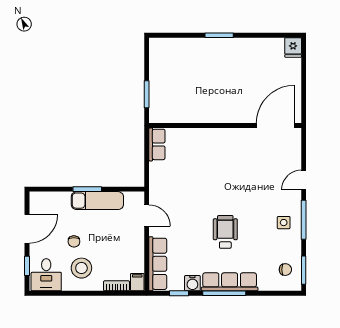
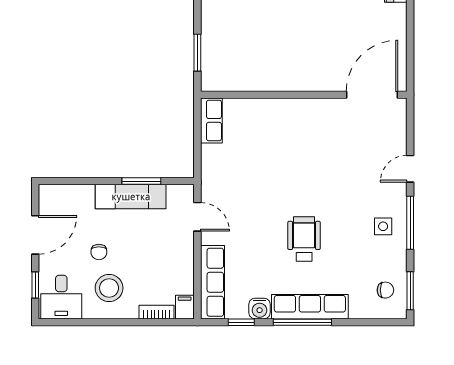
window: (87, 189) -> (141, 181), moved

